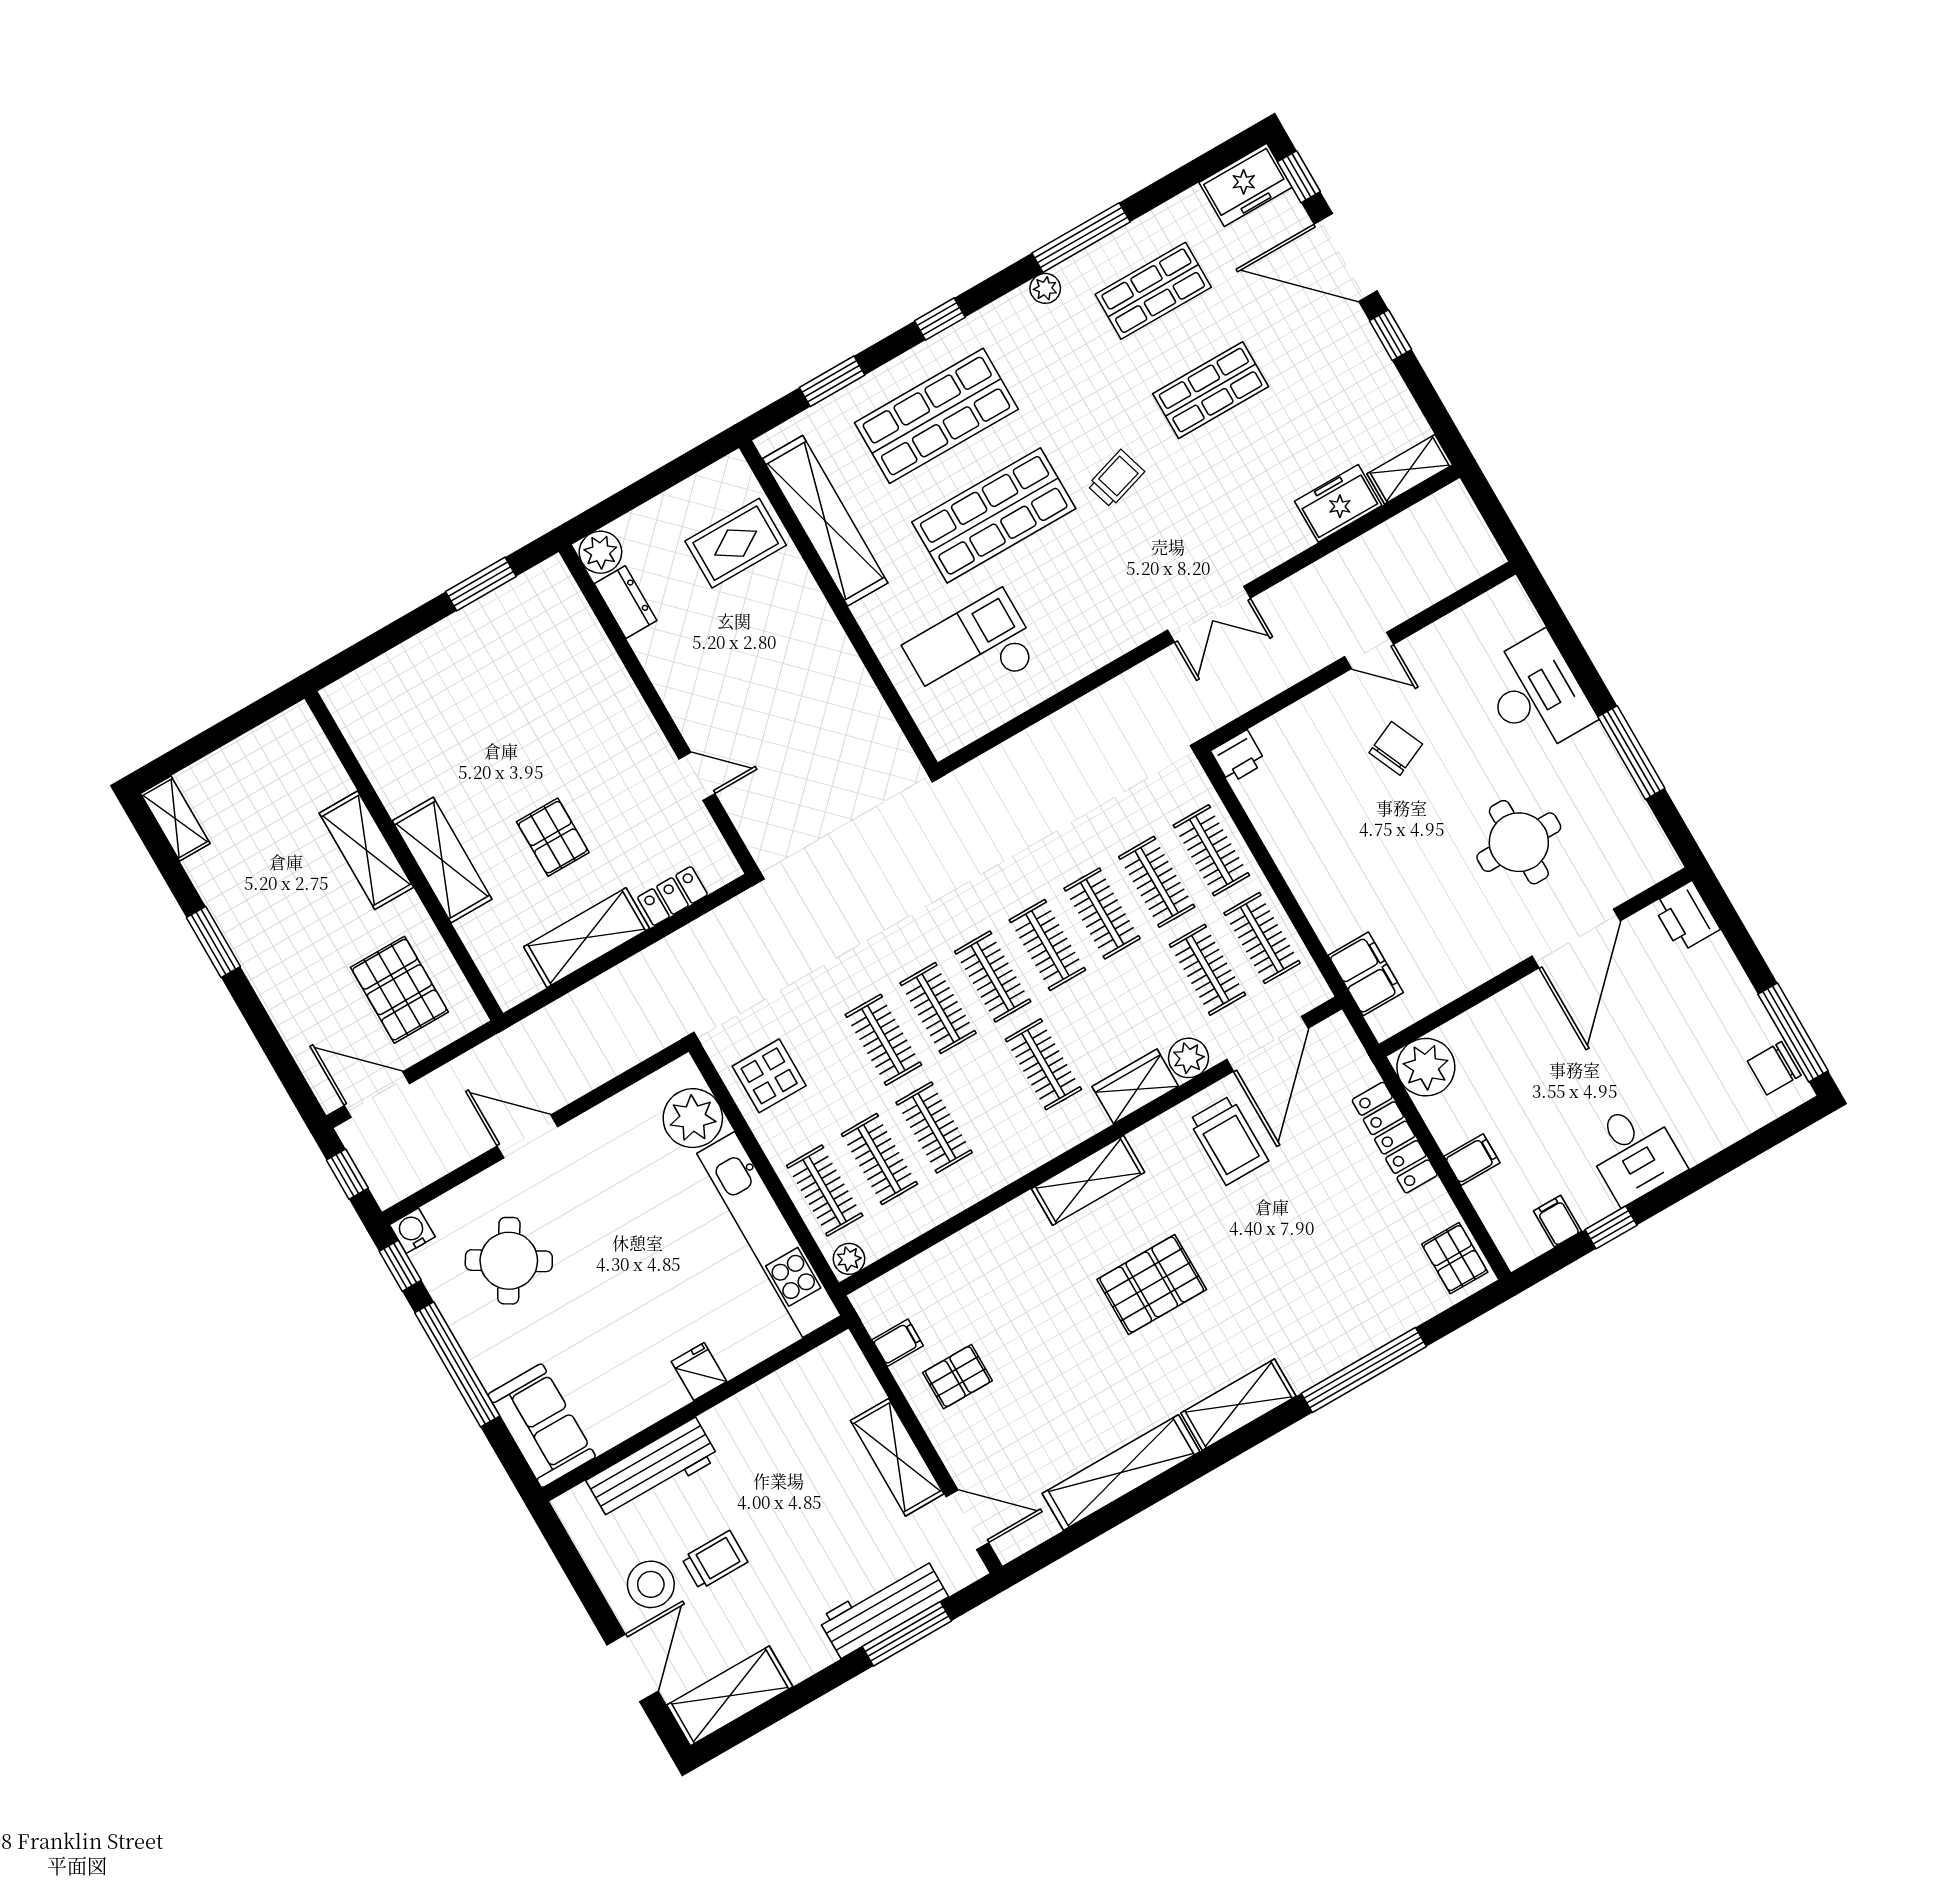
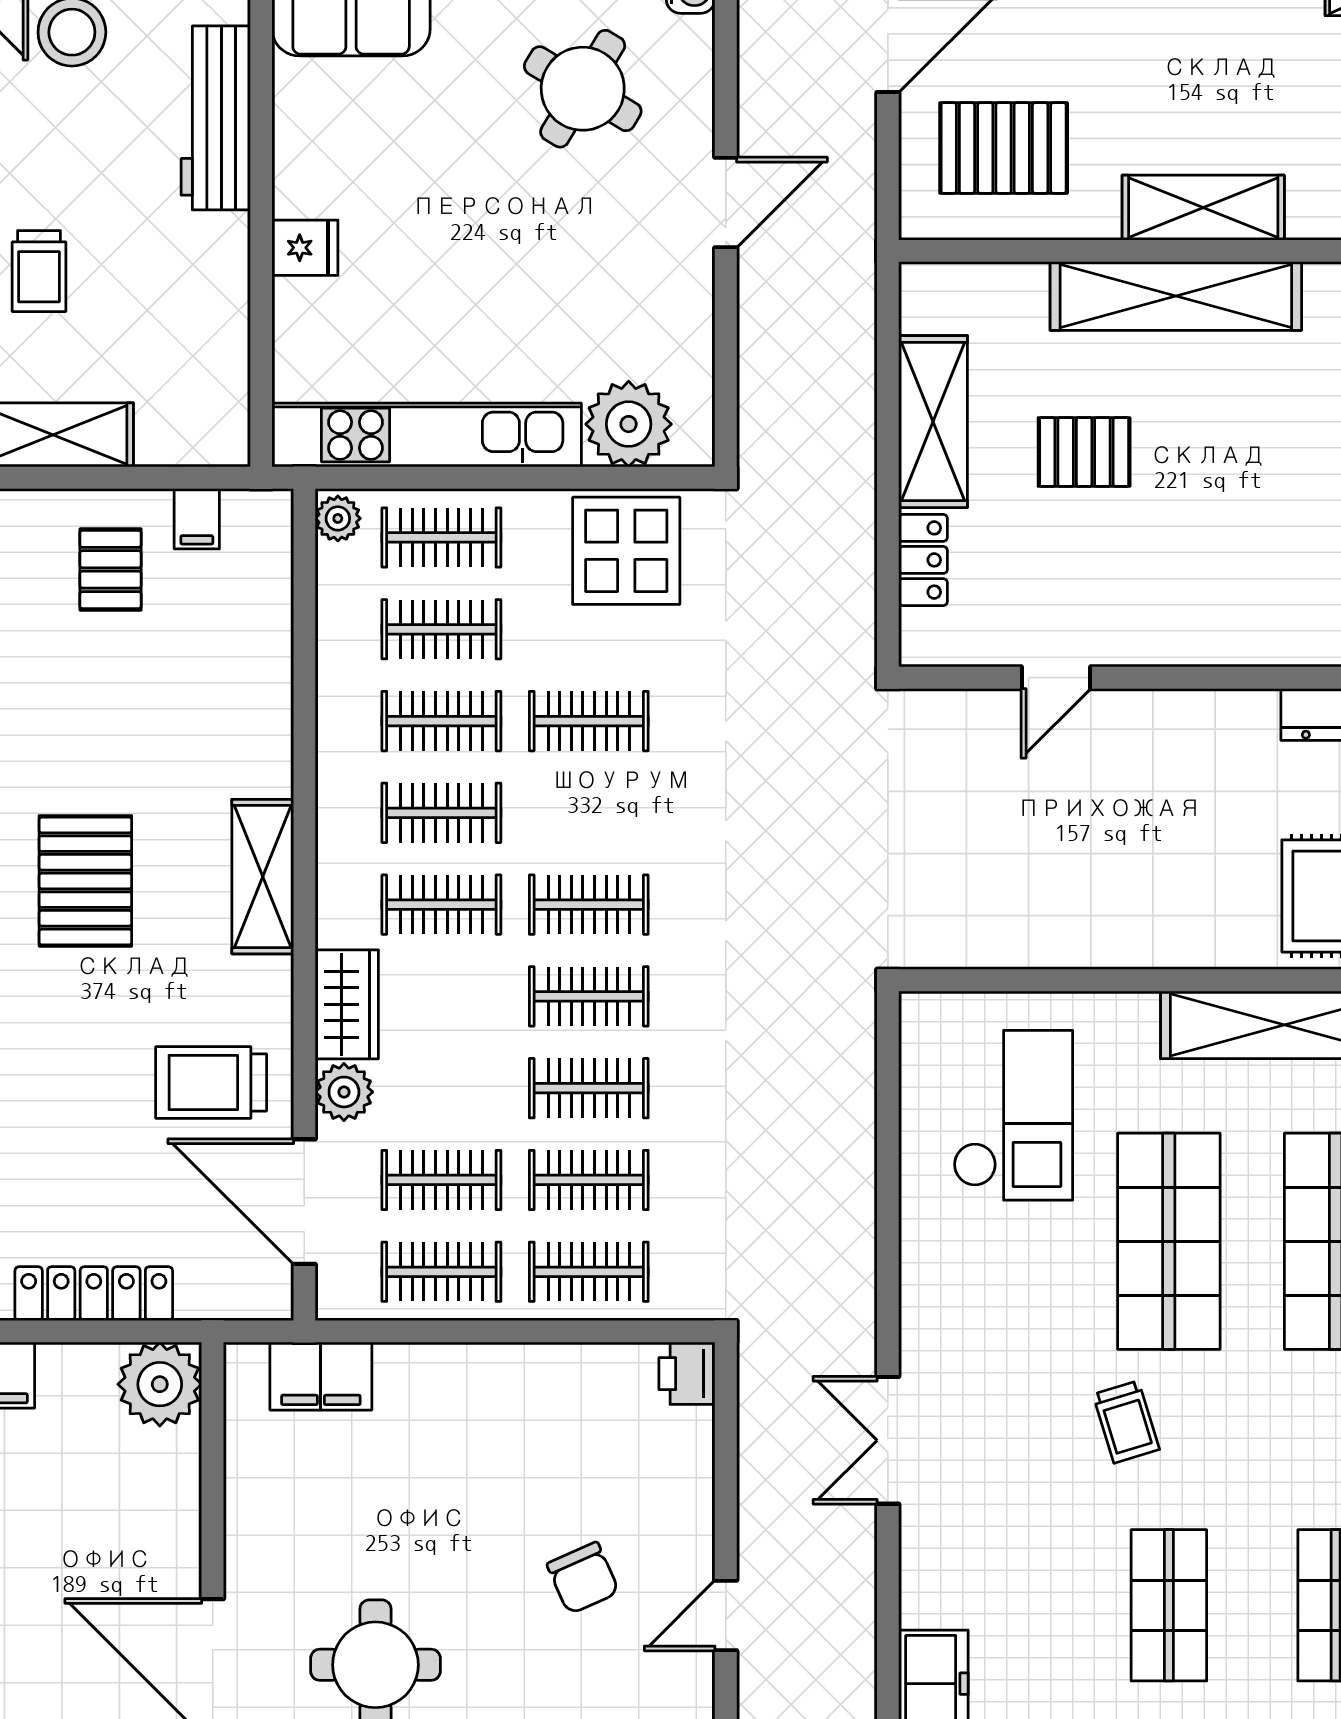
shelving: (442, 860) -> (1176, 296), width x1.47
clothes rail: (938, 1008) -> (441, 813), moved
display table: (769, 1076) -> (626, 551), width x1.36, depth x1.36
trolley: (715, 1560) -> (39, 271), moved

